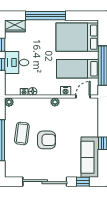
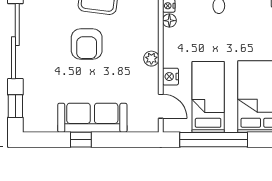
sofa: (90, 157) -> (92, 118), moved

